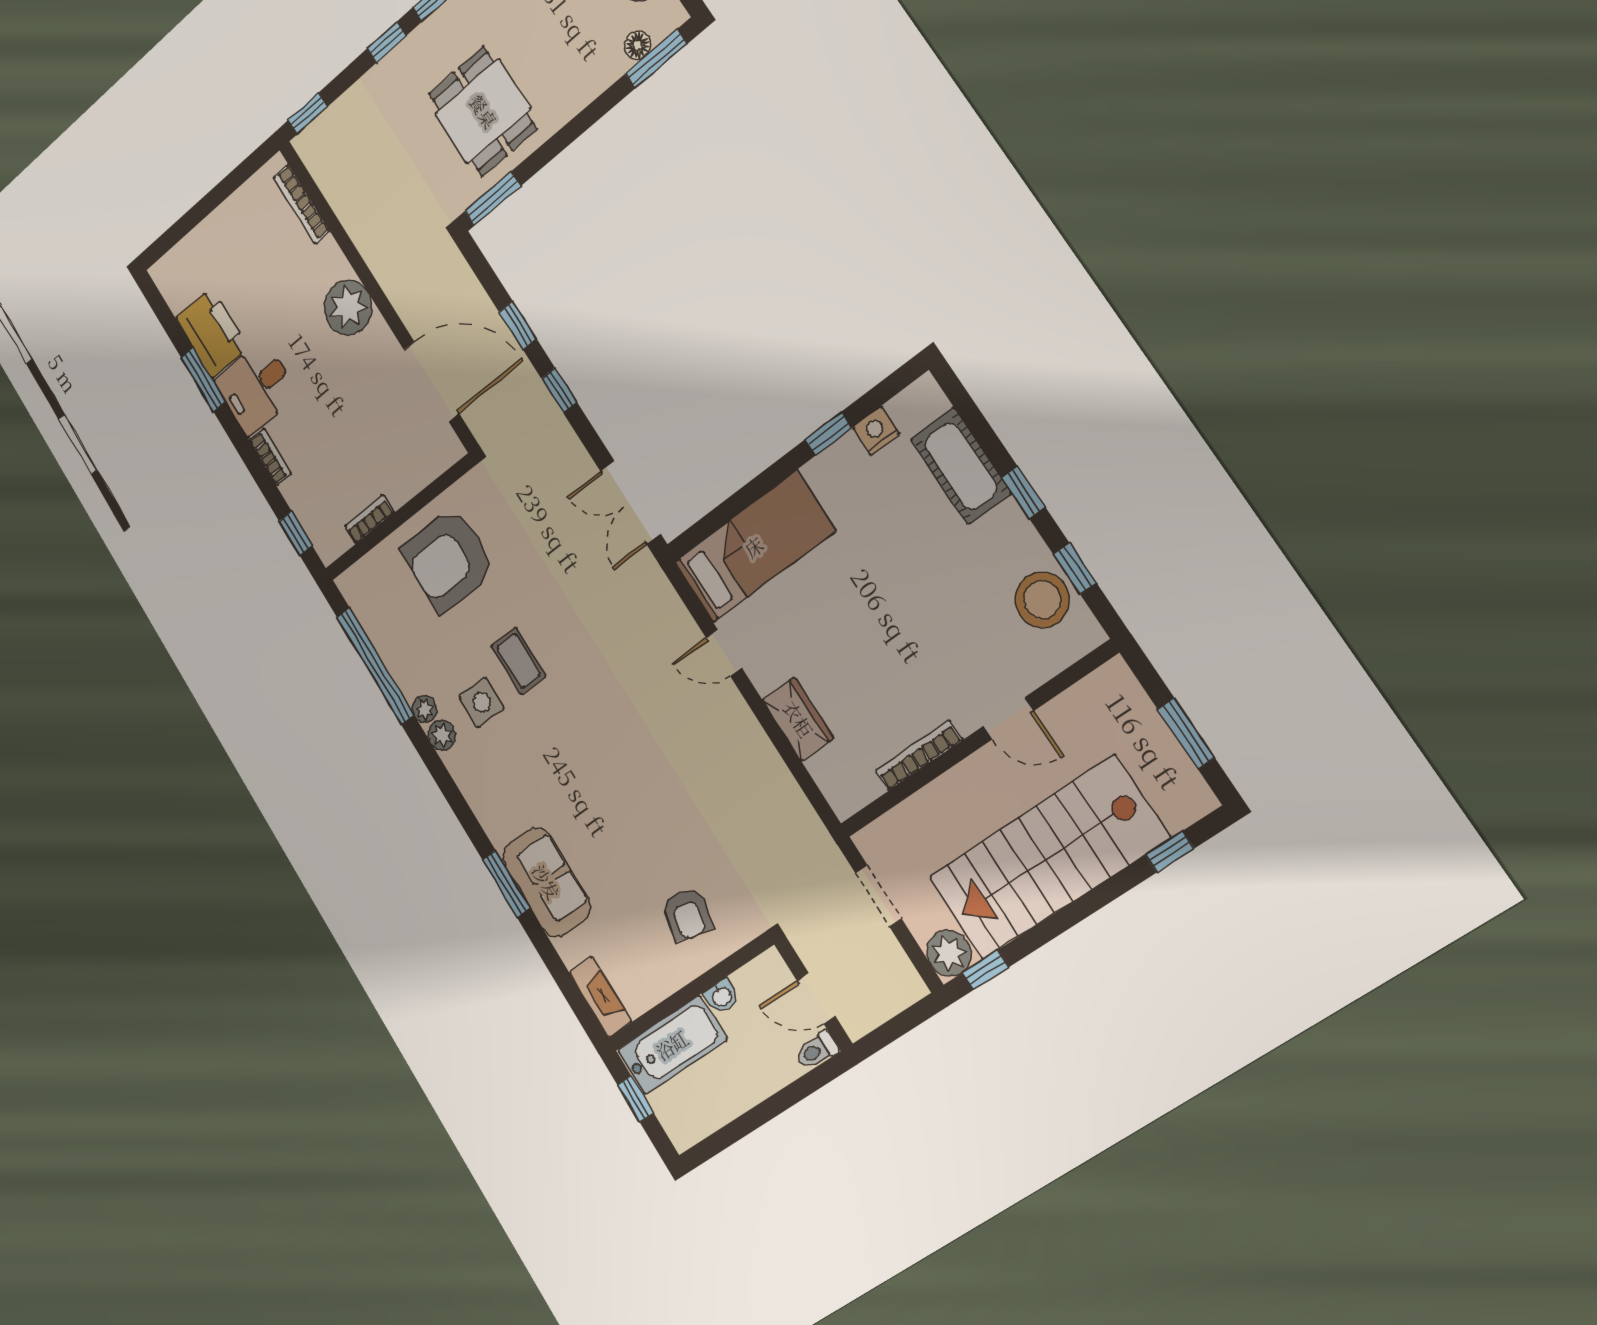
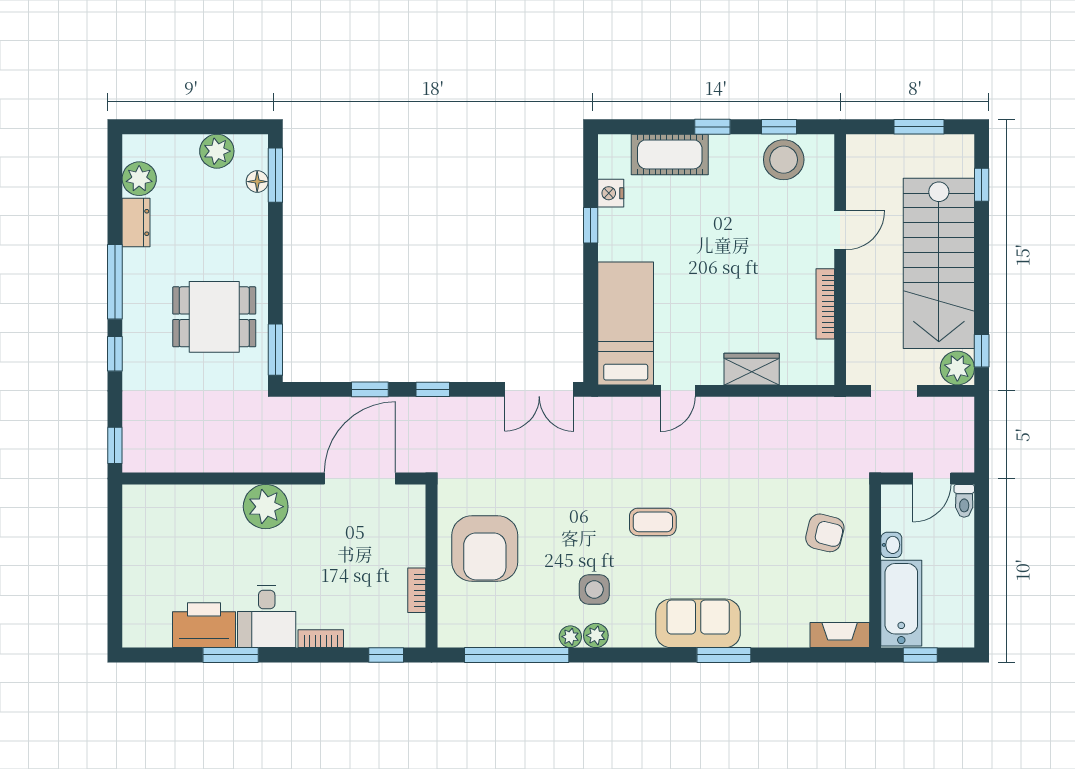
bookcase: (301, 204) -> (171, 493), removed
coffee table: (519, 661) -> (653, 522), moved
sofa: (546, 882) -> (698, 623), moved

